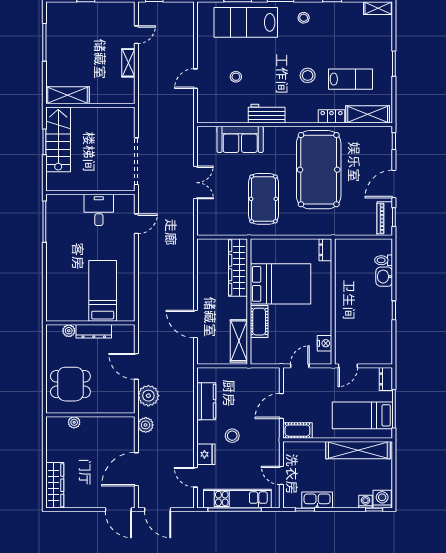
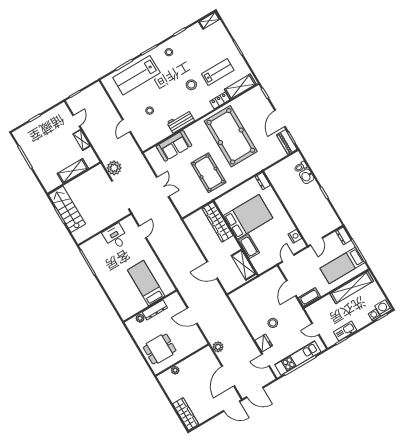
shelving: (68, 95) -> (73, 171), moved
plant: (148, 396) -> (114, 168), moved
kitchen counter: (206, 401) -> (246, 312), removed

